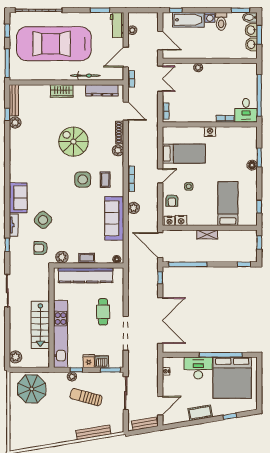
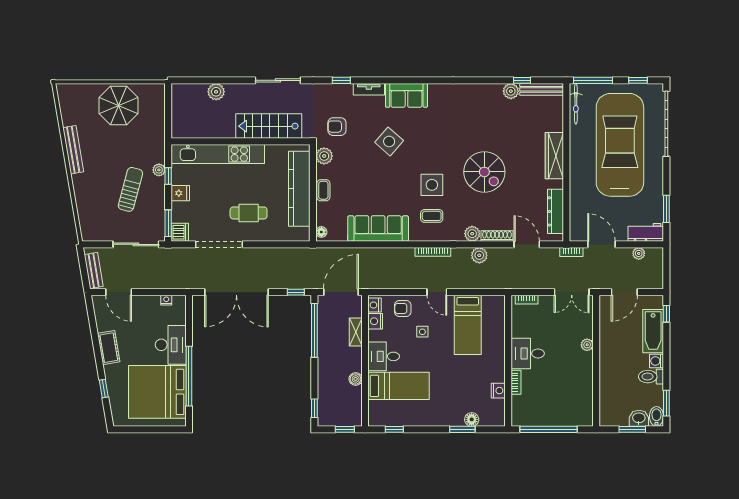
washbasin: (251, 44) -> (619, 419), removed
bicycle: (85, 76) -> (576, 104), moved
wardrobe: (62, 91) -> (554, 156), width x1.50
desk: (246, 110) -> (528, 353), moved
door: (126, 111) -> (527, 244), swing flipped
nightstand: (210, 132) -> (498, 391), moved
spiral stairs: (73, 142) -> (484, 172), turned 90
floor lamp: (252, 165) -> (472, 419), moved
plant: (134, 208) -> (479, 255), moved
desk: (207, 214) -> (384, 356), added
side table: (43, 220) -> (389, 141), moved
shelving: (207, 235) -> (356, 332), moved
boiler: (223, 235) -> (356, 379), added
armchair: (41, 248) -> (337, 127), turned -90
stairs: (40, 325) -> (269, 126), moved
plant: (16, 357) -> (216, 92), moved
dishwasher: (102, 362) -> (180, 232), moved
parasol: (32, 389) -> (118, 105), moved
bench: (93, 432) -> (73, 150), moved

